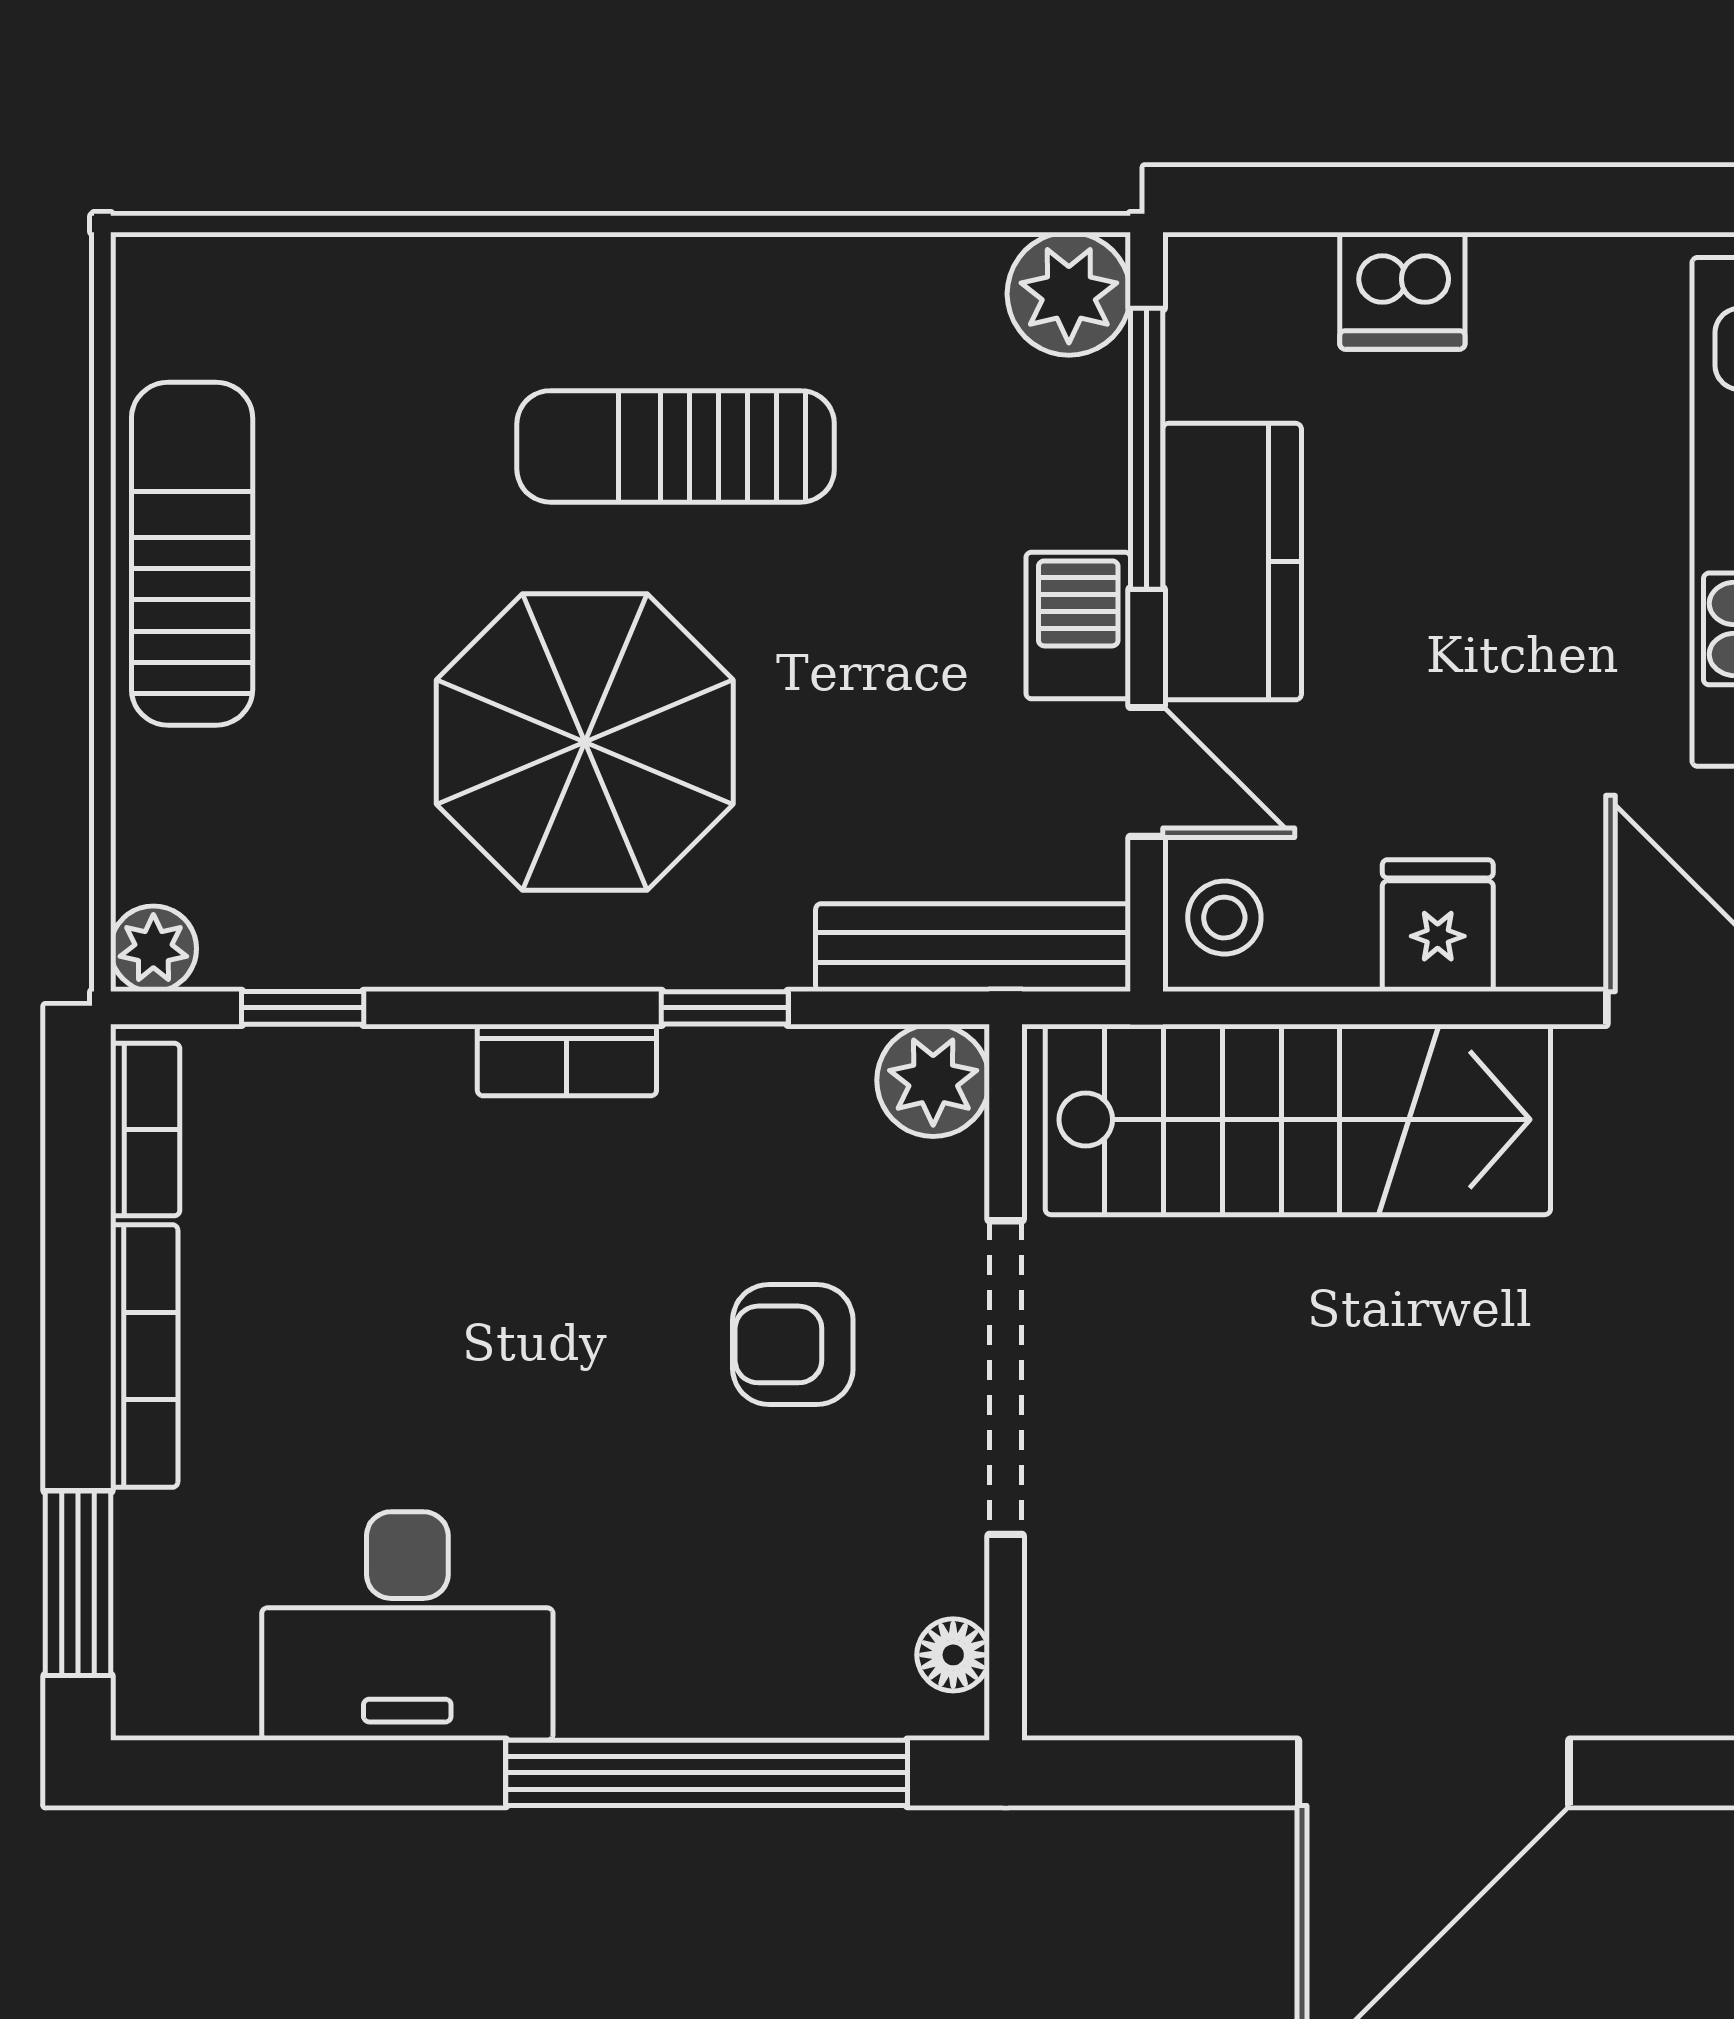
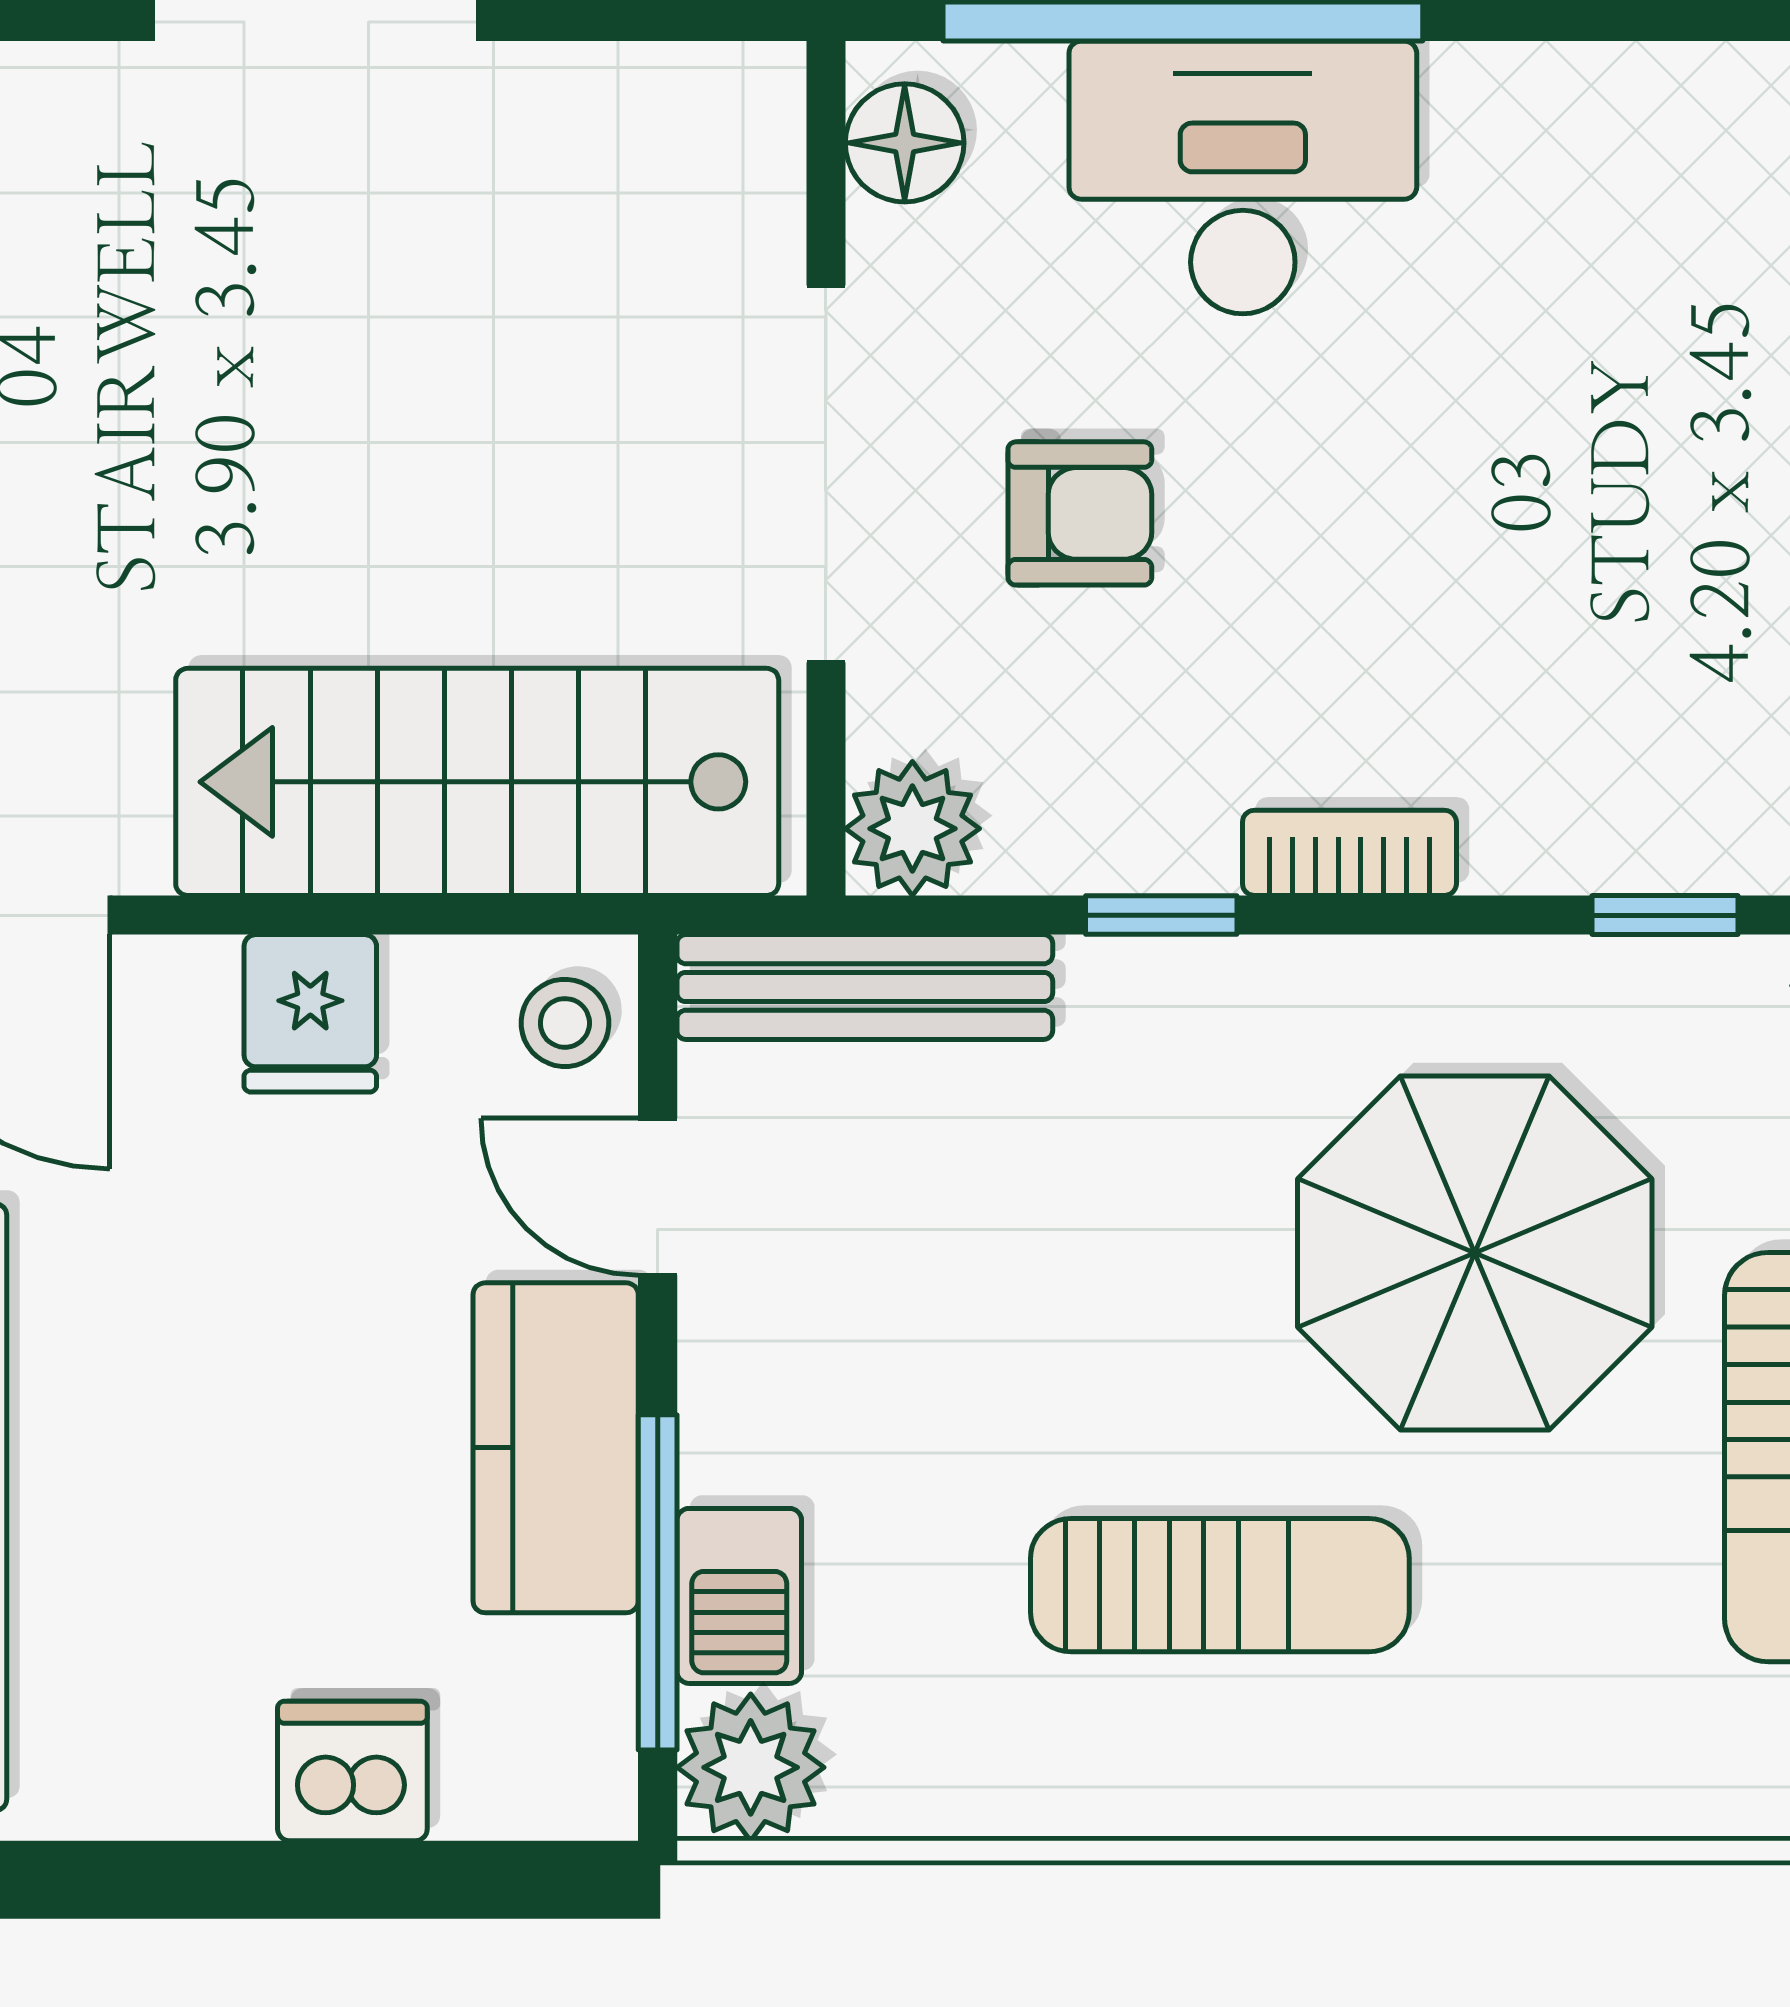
barbecue: (1078, 625) -> (739, 1596), moved
parasol: (585, 742) -> (1475, 1253), moved
desk: (407, 1626) -> (1243, 177), moved
floor lamp: (953, 1655) -> (905, 143), width x1.37, depth x1.37

